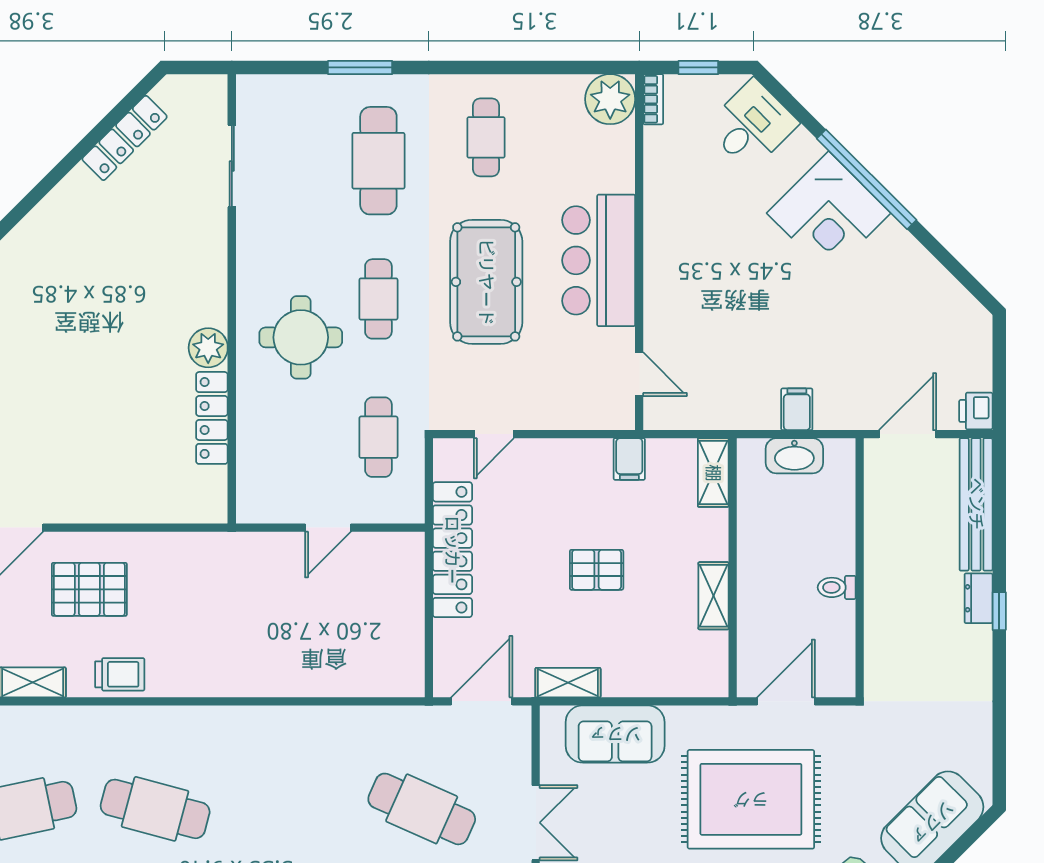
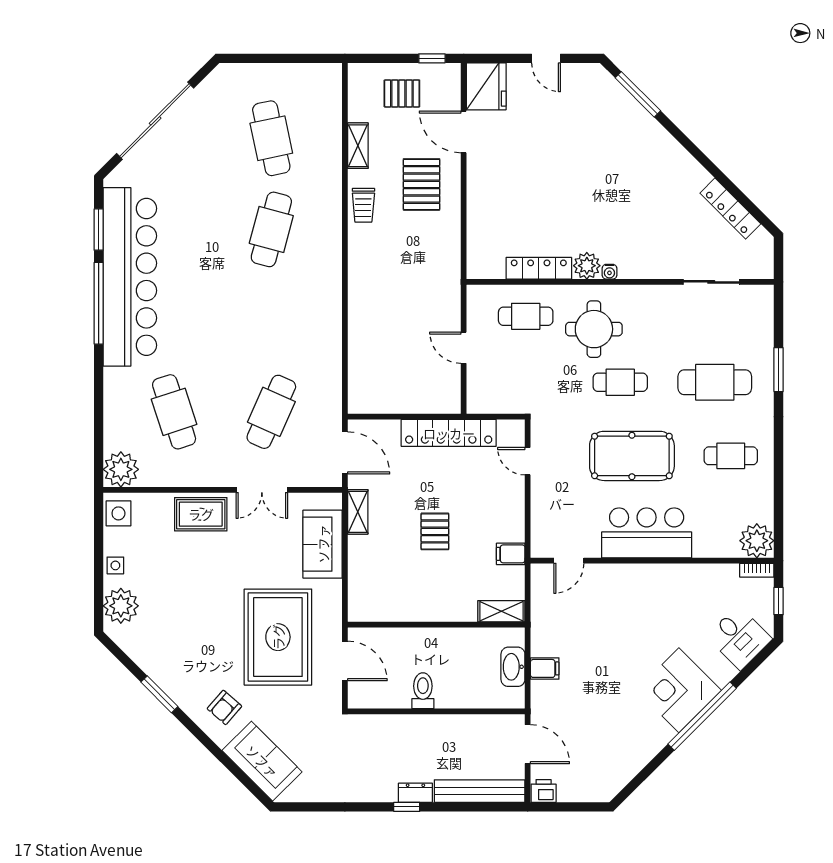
water cooler: (217, 315) -> (609, 272), added
cafe table: (378, 437) -> (526, 316), moved
toilet: (837, 587) -> (423, 691), width x1.37, depth x1.39
shelving: (714, 596) -> (417, 611), removed

